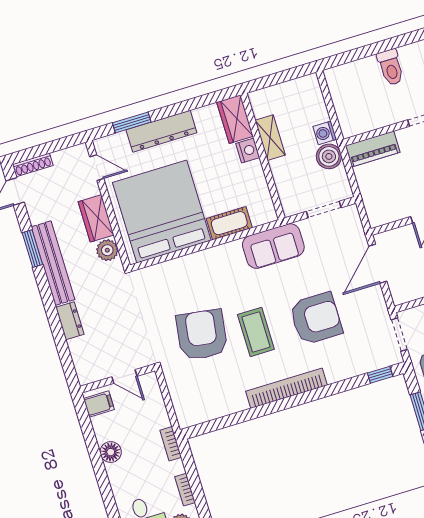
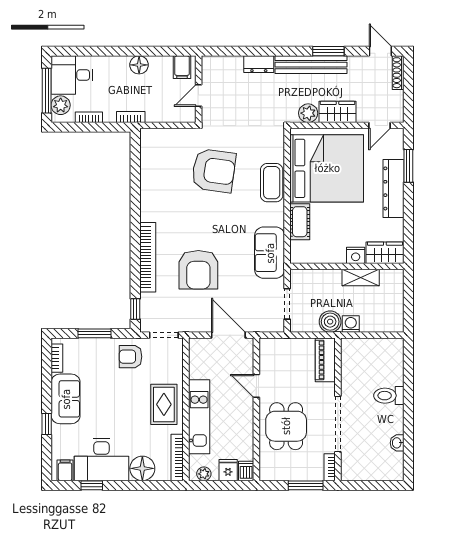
coffee table: (256, 332) -> (272, 183), moved, turned 90
bookcase: (287, 388) -> (148, 257), moved

